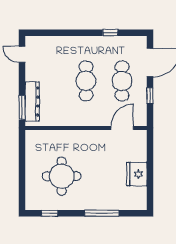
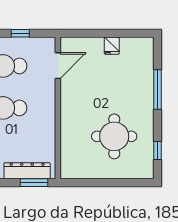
door: (122, 128) -> (58, 66), swing flipped
fridge: (137, 174) -> (112, 46), width x0.53, depth x0.75

